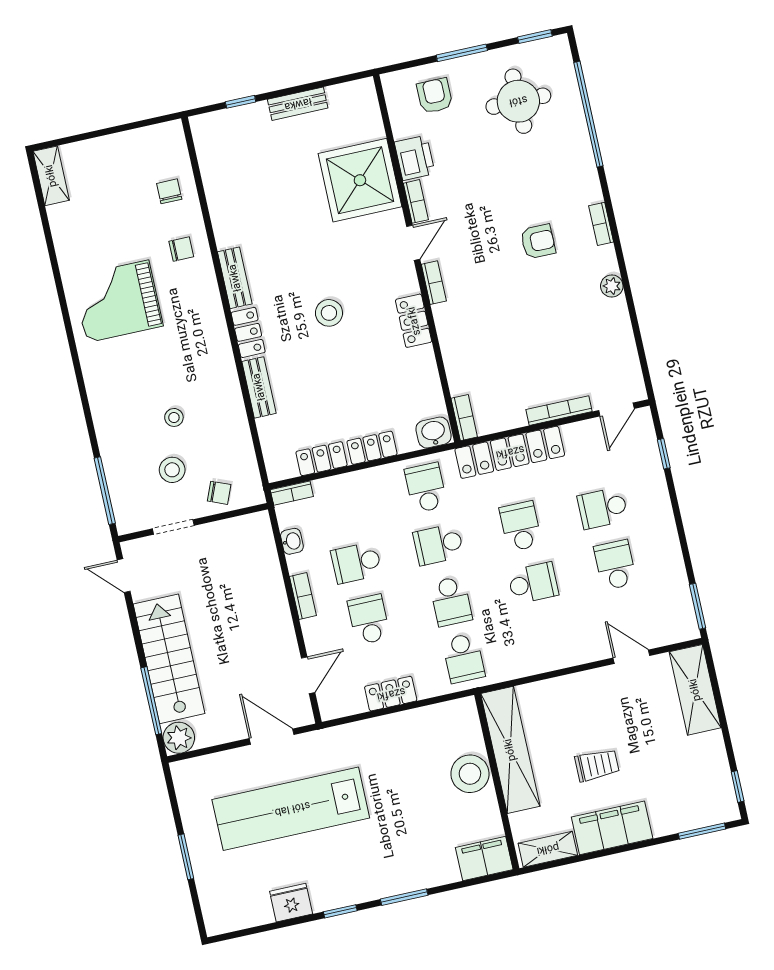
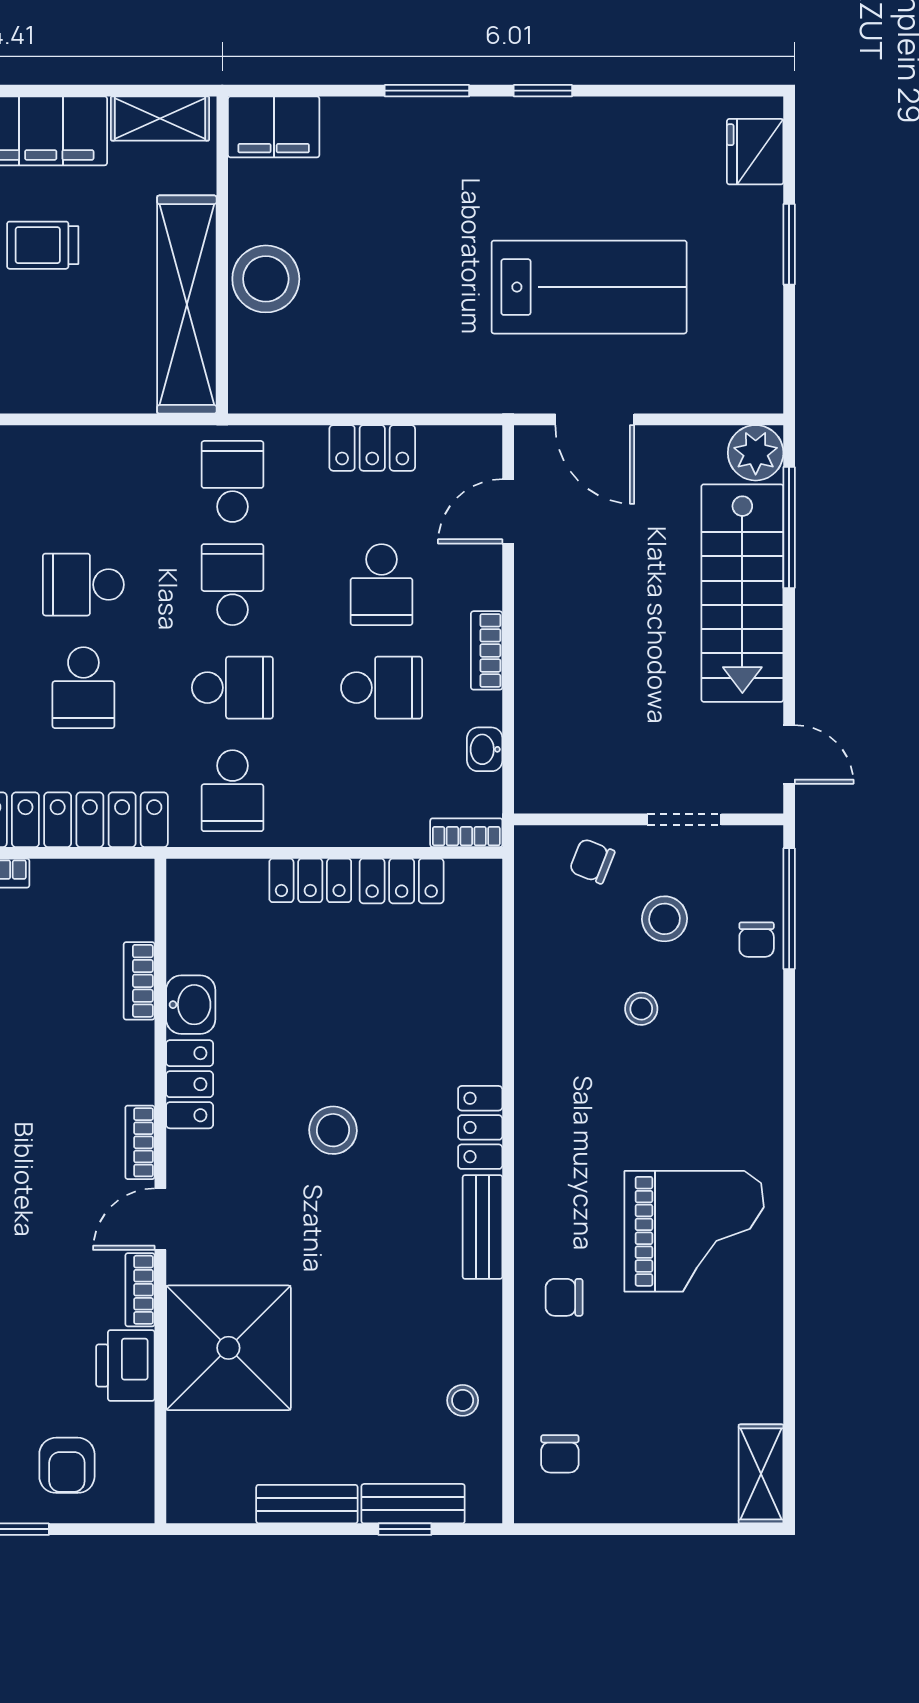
stool: (225, 180) -> (463, 1400), added
chair: (169, 191) -> (560, 1454), moved
bench: (259, 387) -> (413, 1504), moved, turned 90
bookcase: (464, 418) -> (139, 981), moved
washbasin: (434, 433) -> (191, 1005), moved, turned -90
chair: (119, 470) -> (757, 940), added
lab bench: (291, 809) -> (589, 287), width x0.73
fridge: (291, 903) -> (755, 152), moved, turned 90

